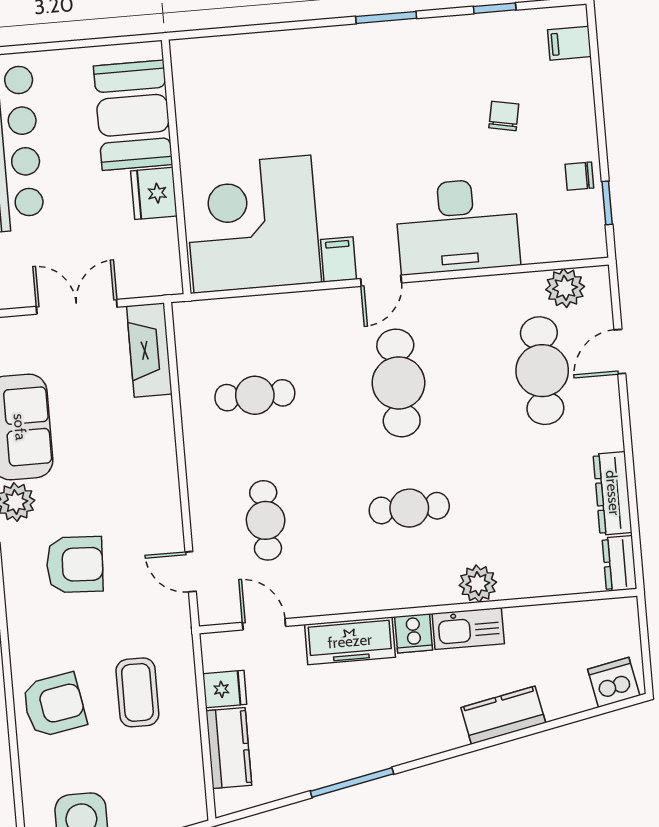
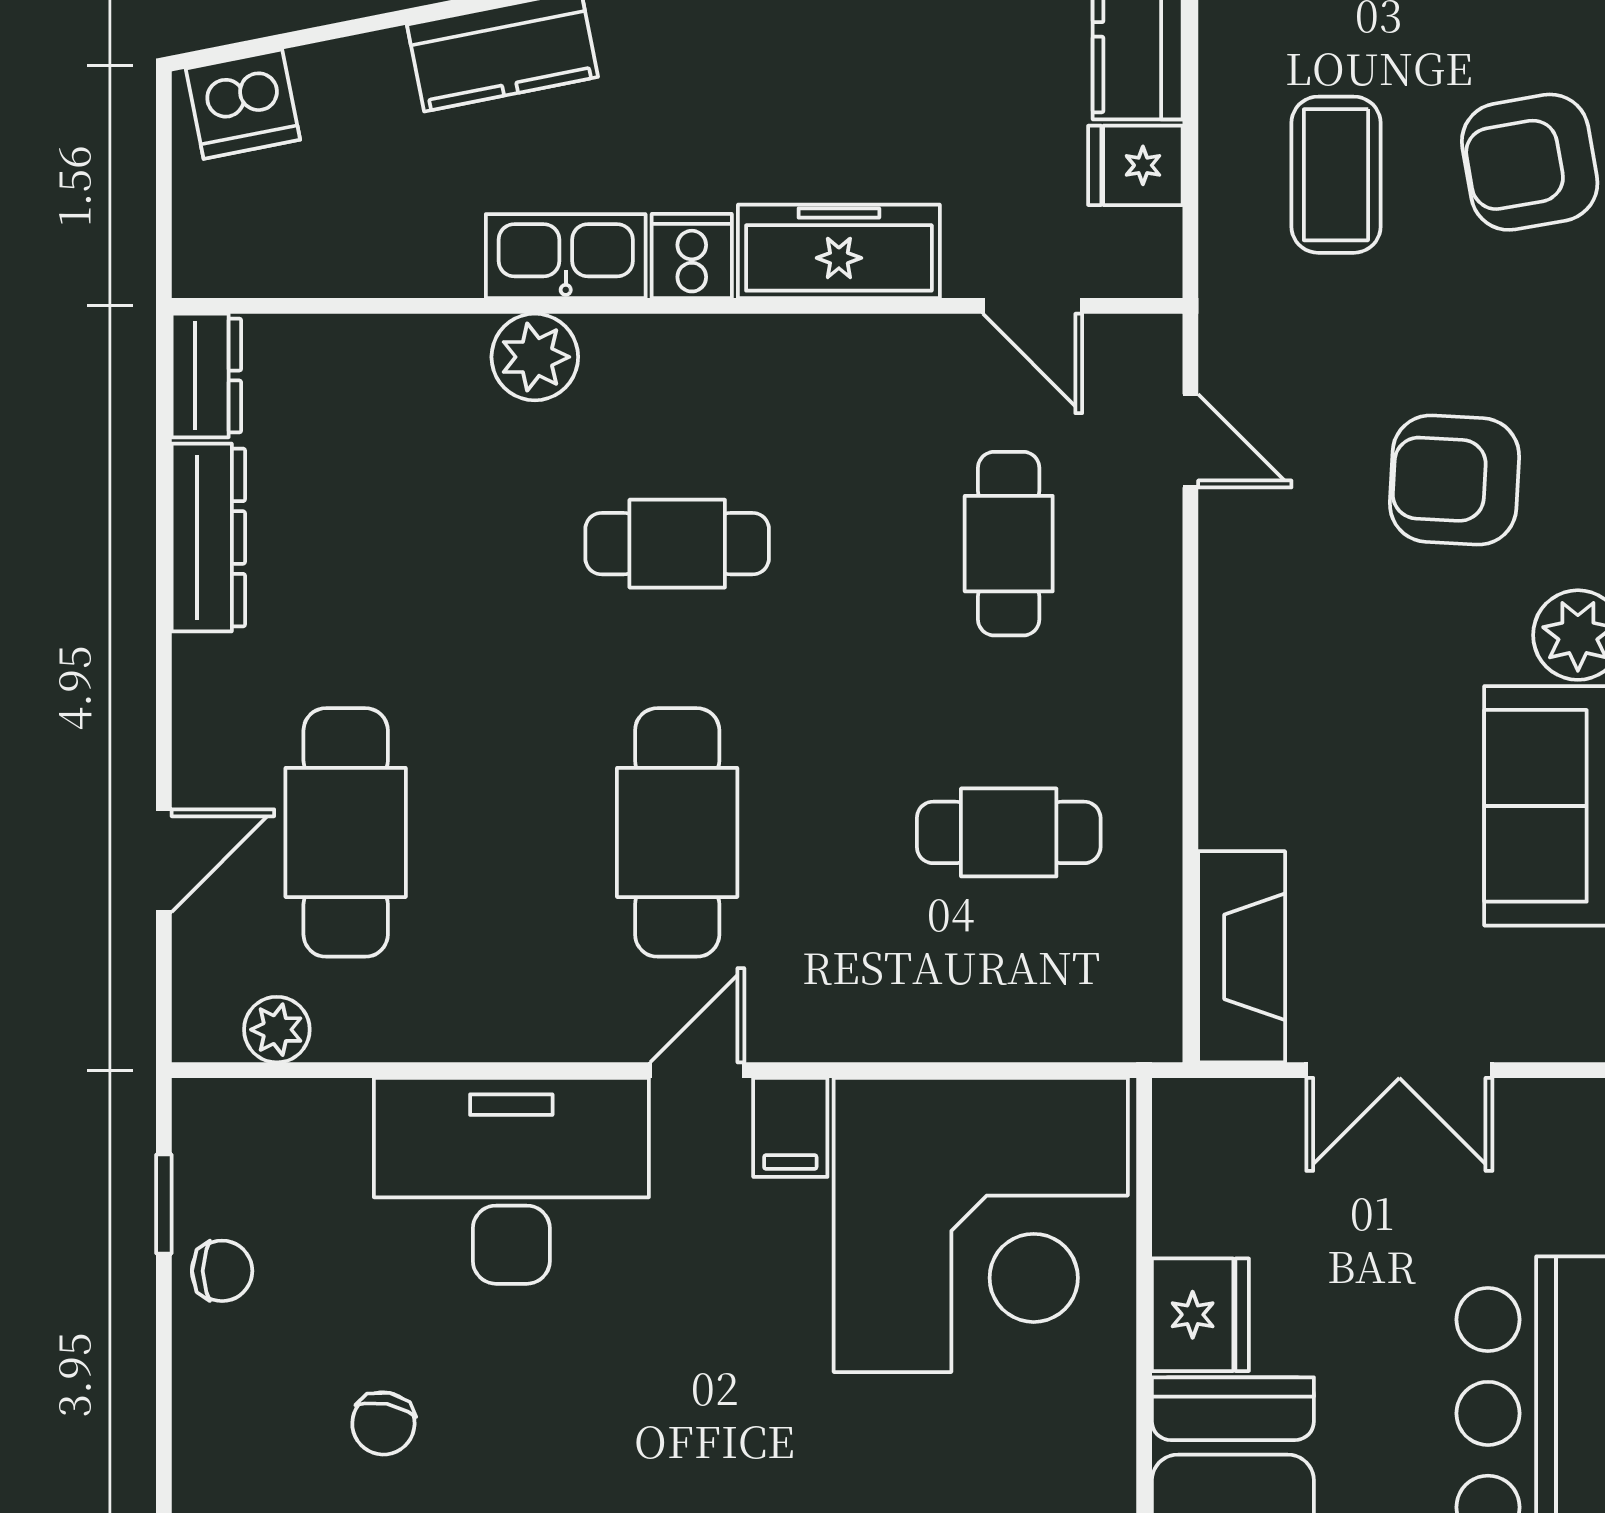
plant: (565, 288) -> (277, 1030), width x0.73, depth x0.73

